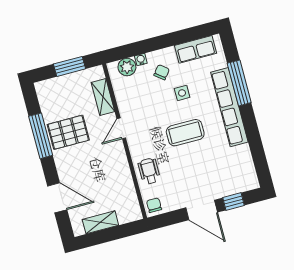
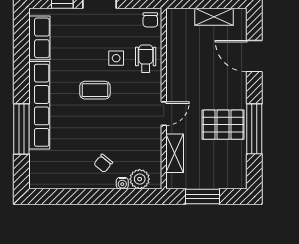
row of seats: (196, 49) -> (39, 38), moved, turned 90
side table: (182, 93) -> (116, 58), moved
coffee table: (185, 133) -> (95, 90), width x0.73, depth x0.77
wheelchair: (149, 171) -> (146, 59), turned 180

